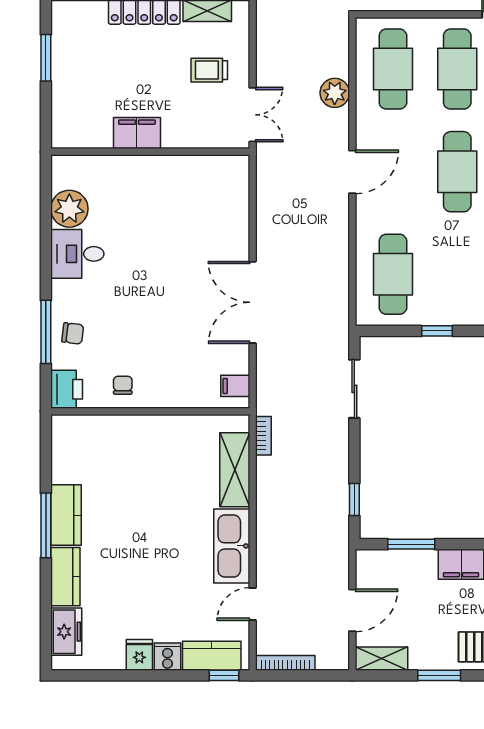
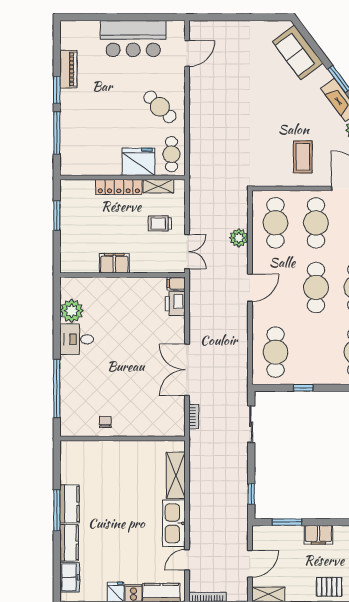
window: (46, 332) -> (57, 388), width x1.46
chair: (73, 333) -> (74, 389), removed
filing cabinet: (235, 386) -> (176, 284), moved
printer: (67, 389) -> (175, 304), moved, turned 180
bookcase: (263, 436) -> (194, 417), moved

